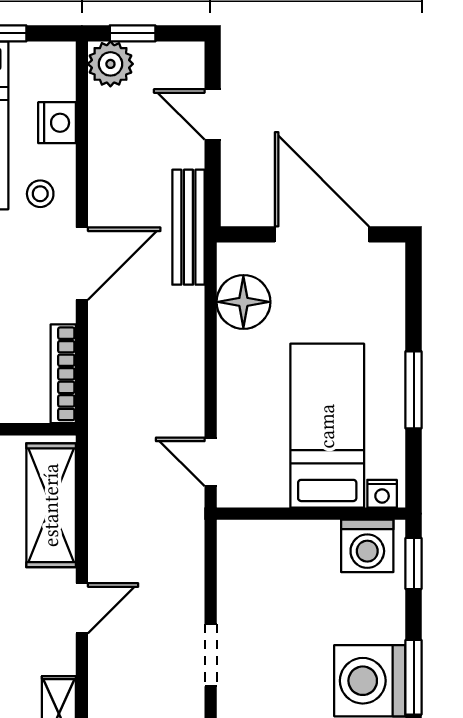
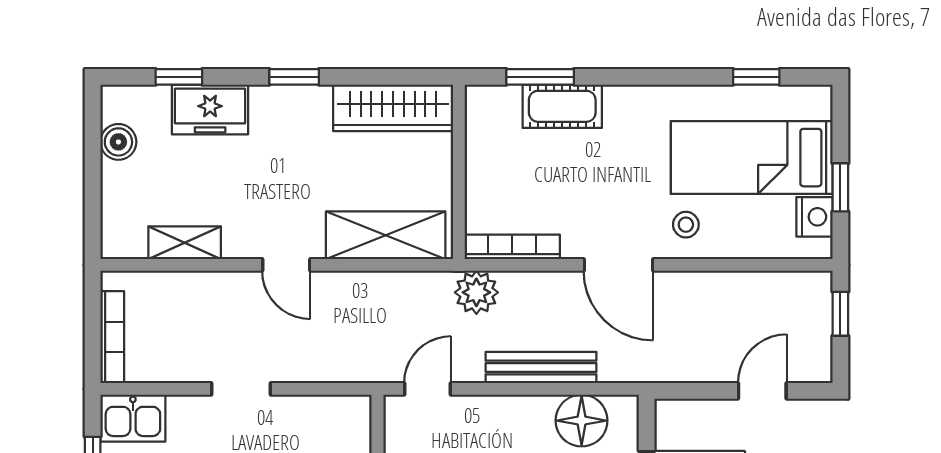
plant: (110, 64) -> (476, 292), moved
nightstand: (57, 123) -> (814, 217), moved, turned -90
bench: (188, 227) -> (541, 367), moved

